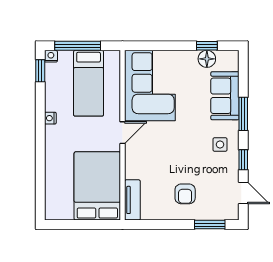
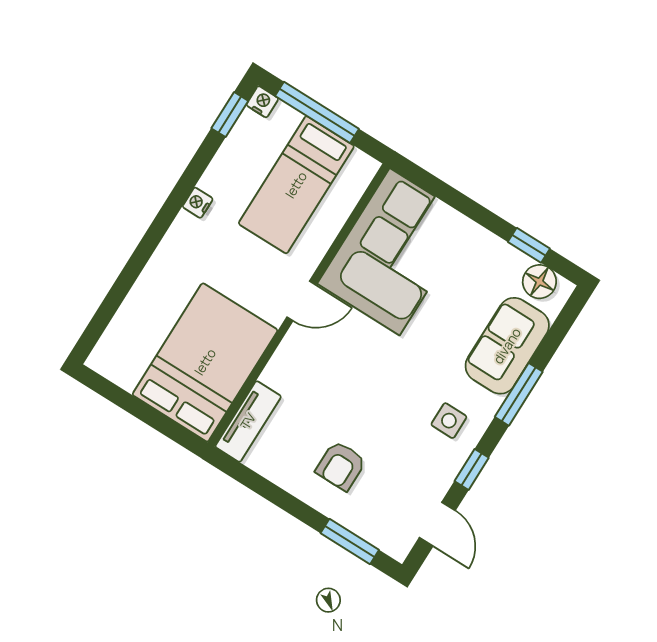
floor lamp: (207, 59) -> (539, 282), moved

